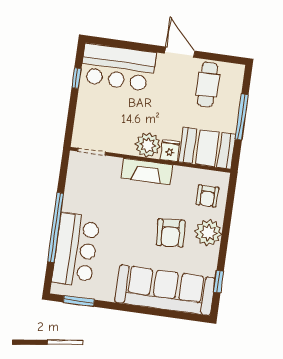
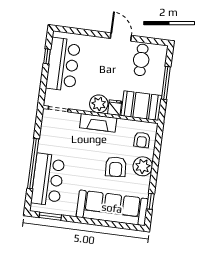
bar counter: (118, 67) -> (63, 64), moved, turned -90

